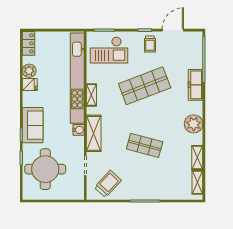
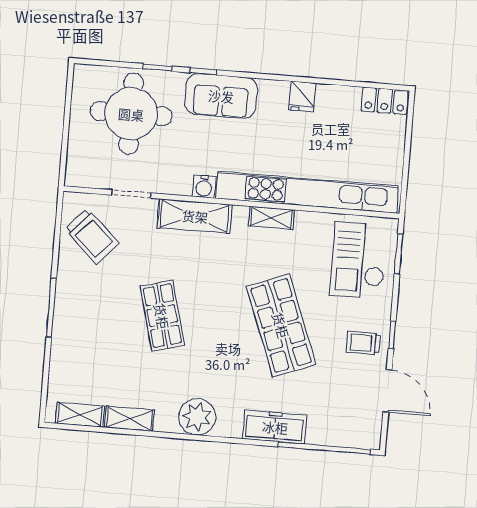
plant: (29, 71) -> (330, 98), removed
shop shelf: (145, 145) -> (162, 316), turned -30

